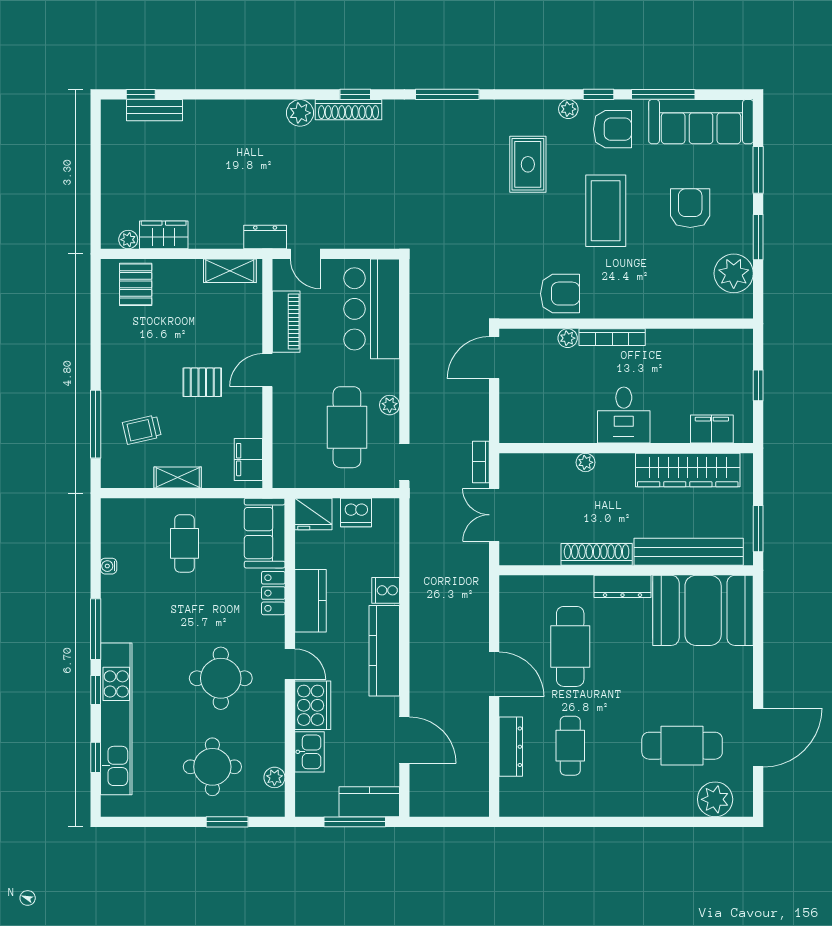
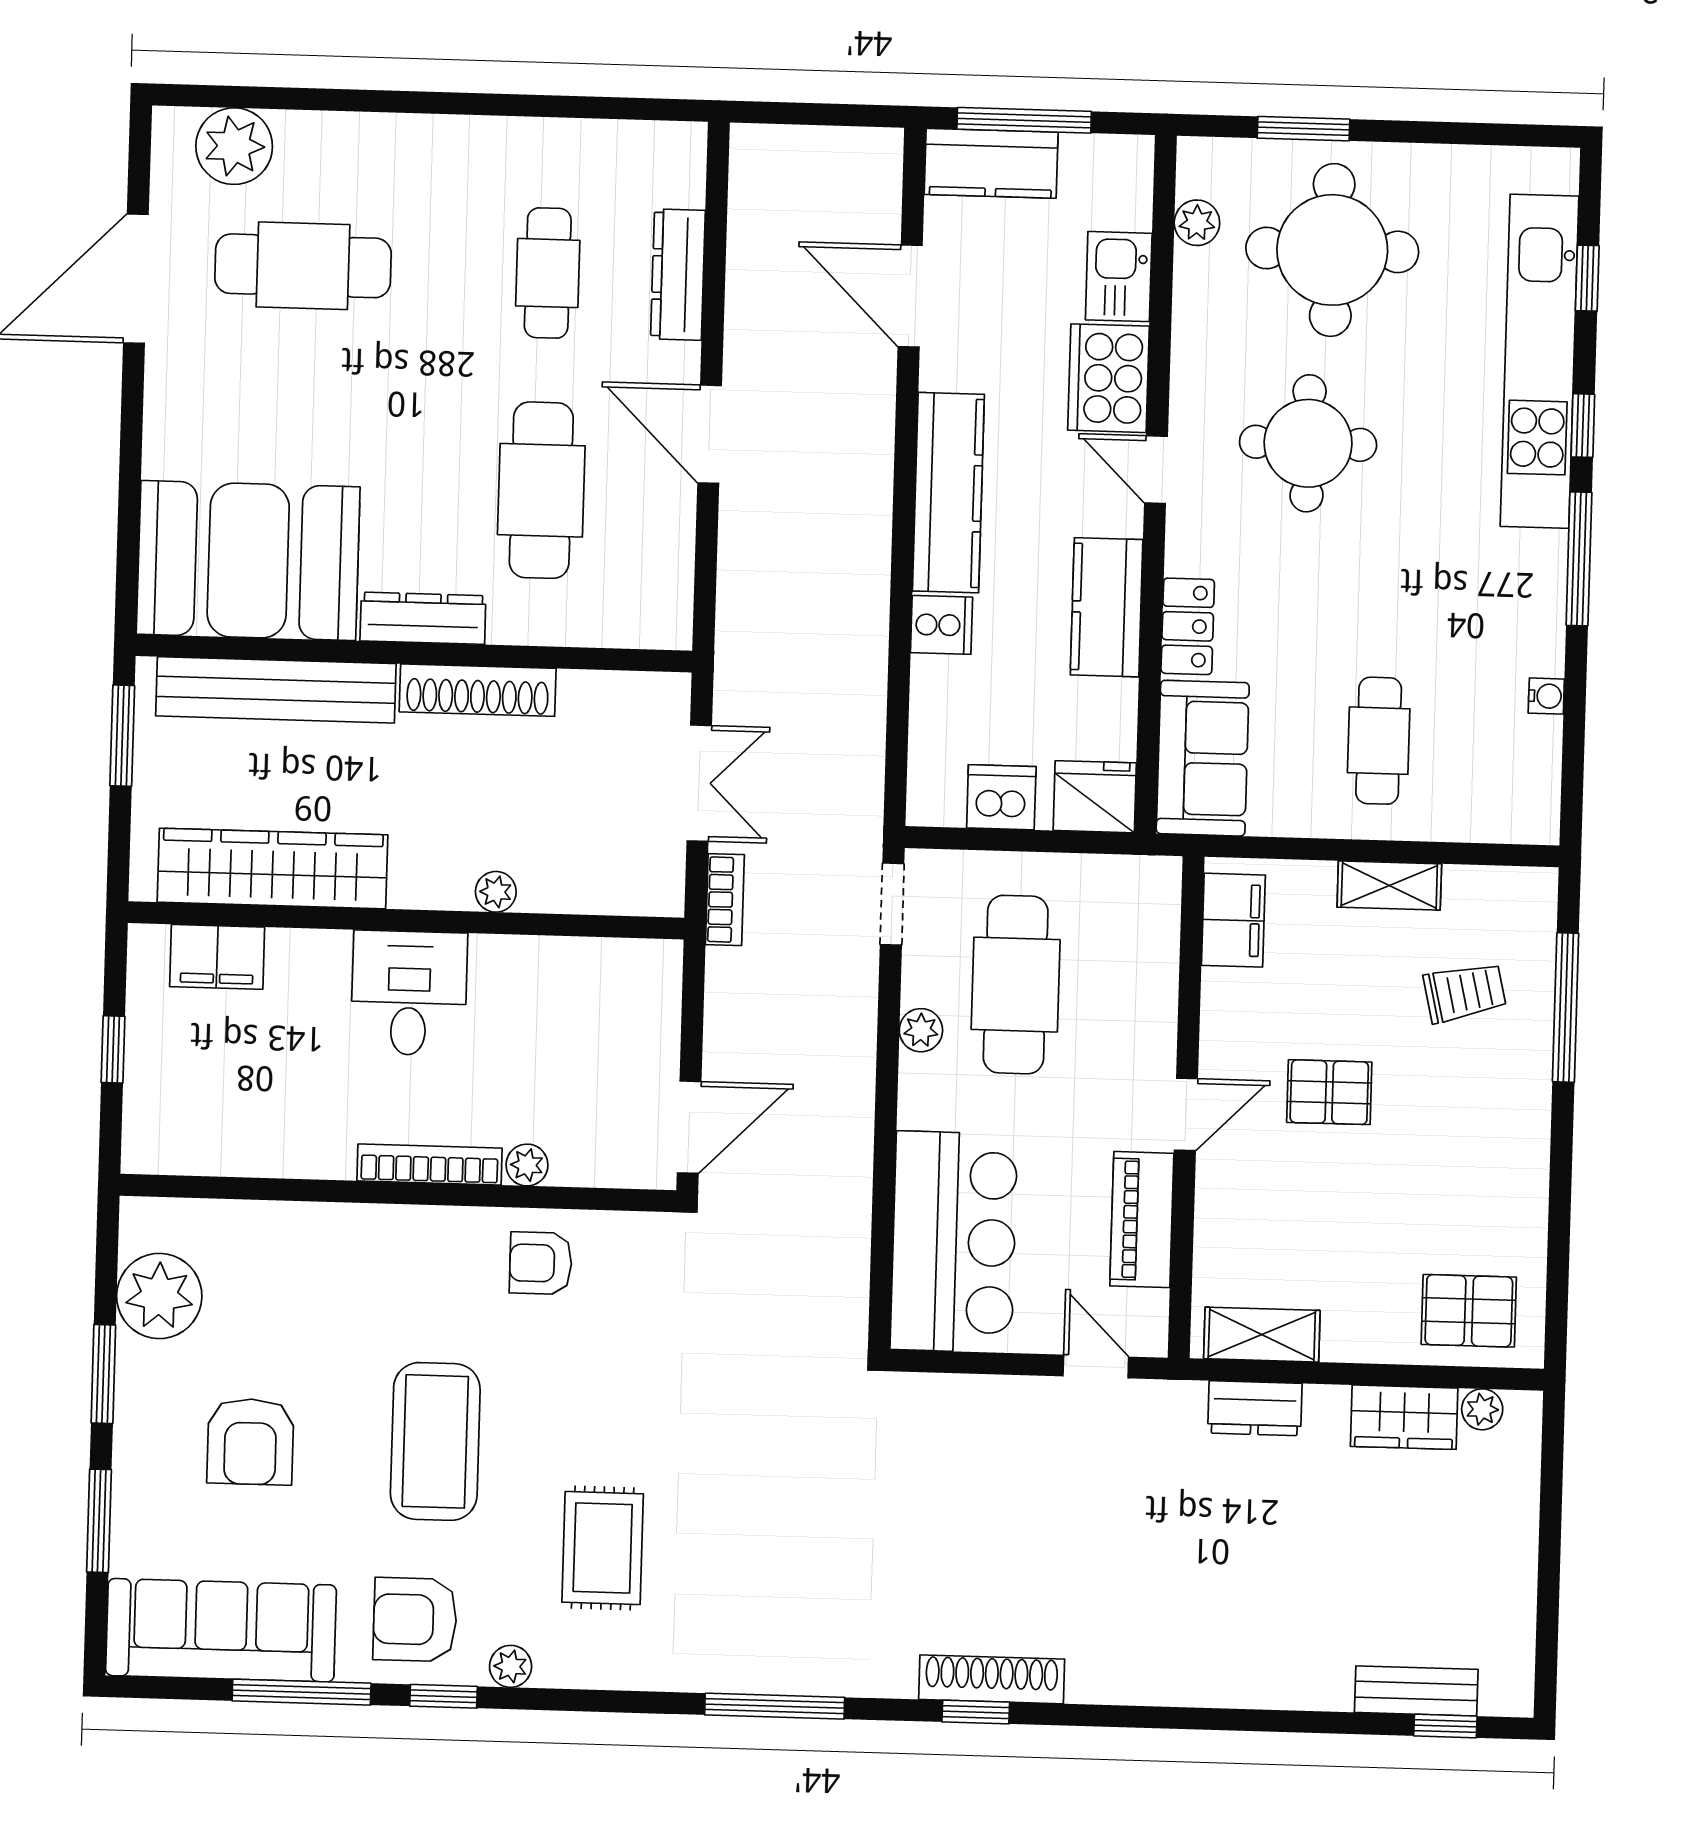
plant: (300, 113) -> (1098, 1675), removed
dresser: (265, 237) -> (1255, 1408), moved
pallet: (136, 284) -> (1469, 1311), turned 90
armchair: (560, 294) -> (541, 1263), width x0.72, depth x0.72
round table: (212, 767) -> (1332, 250), width x1.36, depth x1.36

